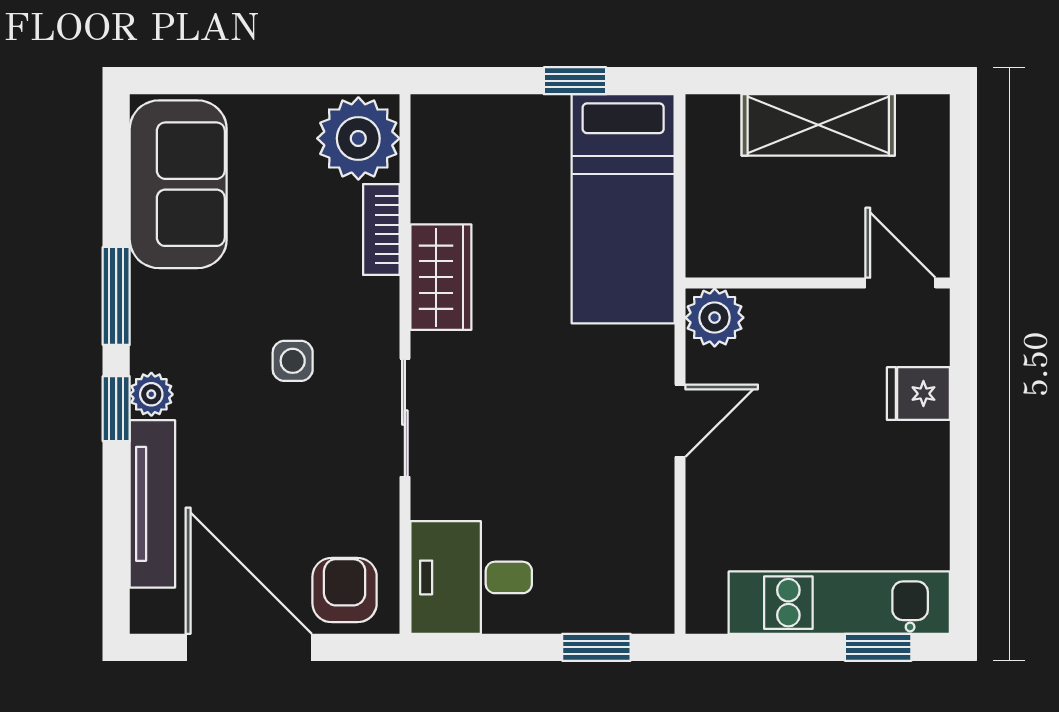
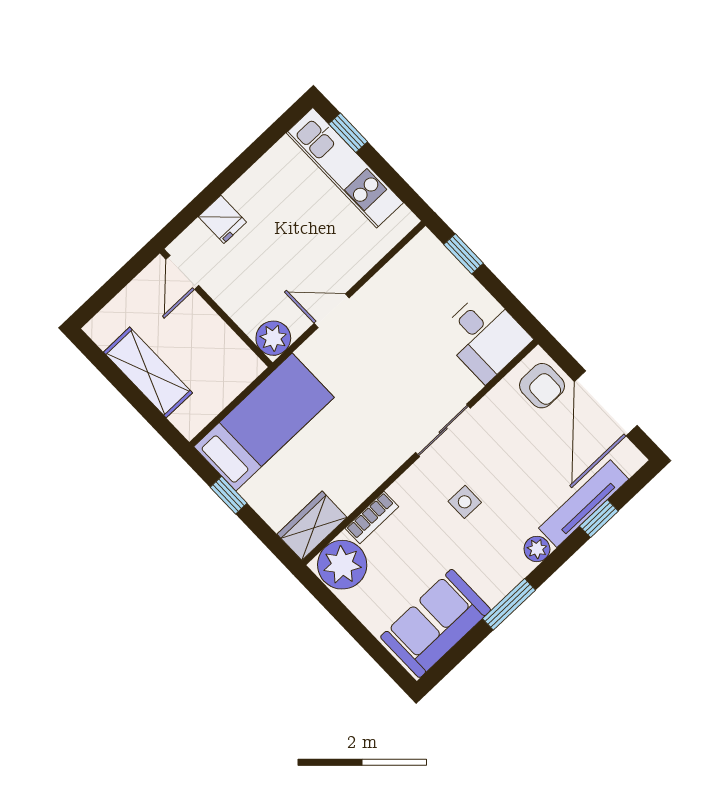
wardrobe: (441, 277) -> (312, 526), moved
window: (116, 409) -> (599, 519), moved
armchair: (345, 590) -> (542, 386), turned -90

